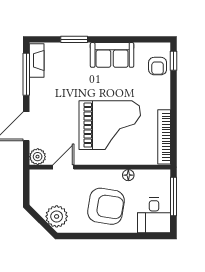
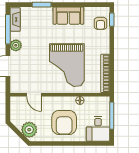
grand piano: (110, 125) -> (67, 65), turned 90
plant: (38, 157) -> (16, 45), moved
door: (63, 167) -> (34, 95), swing flipped
armchair: (106, 206) -> (64, 122), turned 81

